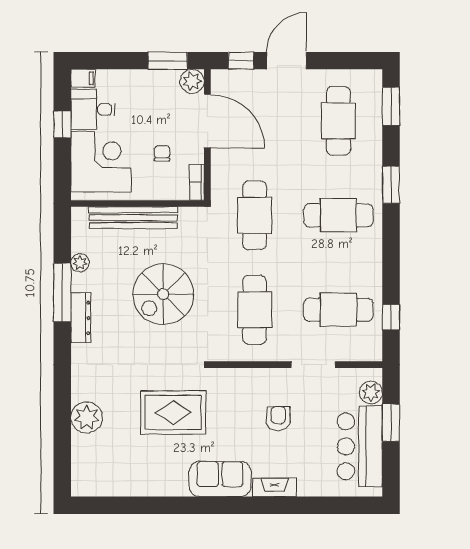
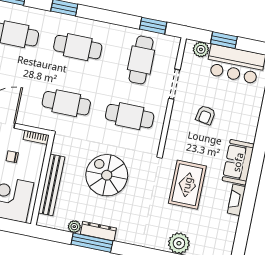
cafe table: (338, 215) -> (78, 47), turned 90
spiral stairs: (163, 294) -> (107, 175), turned 180
window: (391, 317) -> (153, 26), width x1.50
dresser: (81, 318) -> (98, 231), moved
armchair: (278, 418) -> (206, 115), turned -80
fireplace: (274, 487) -> (236, 200), moved

